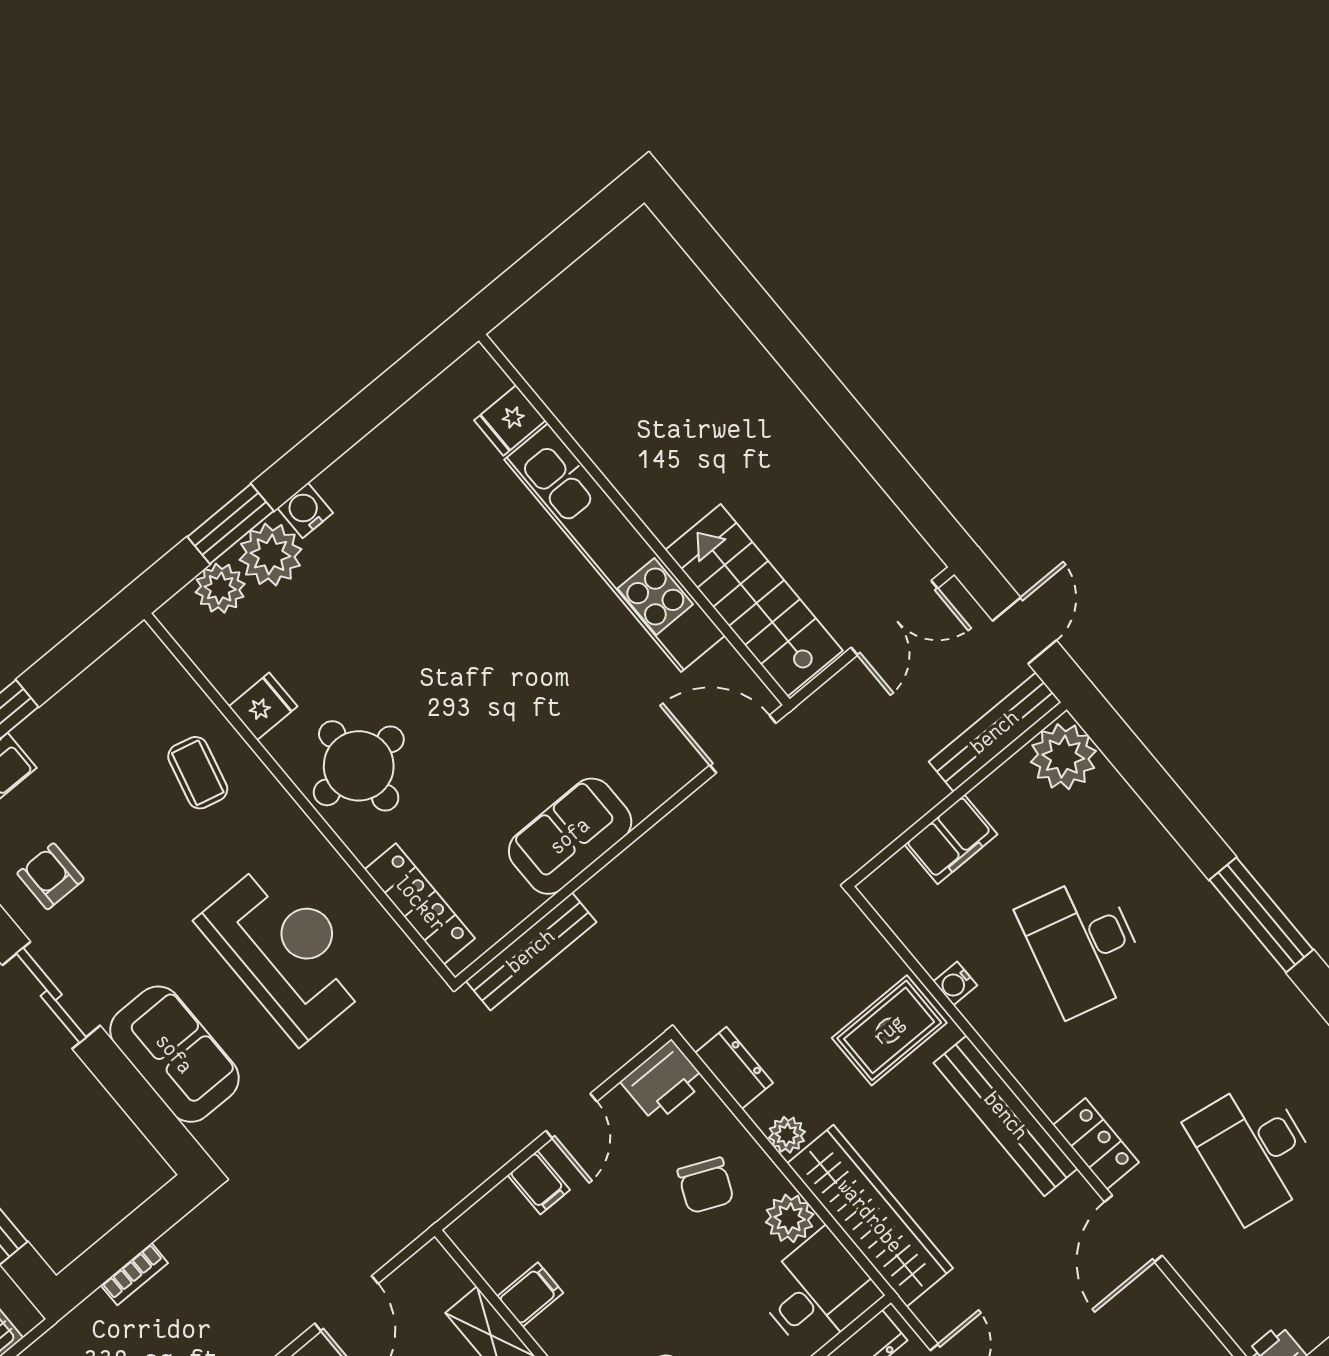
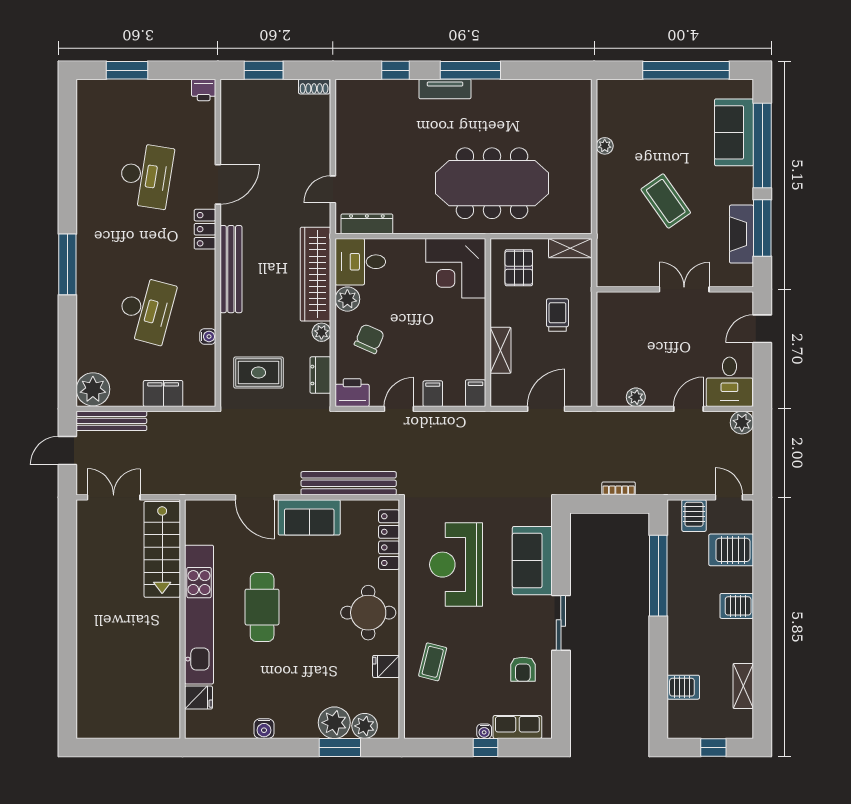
water cooler: (305, 510) -> (264, 729), moved
cafe table: (528, 639) -> (262, 607), added
water cooler: (31, 732) -> (484, 731), added
door: (743, 744) -> (255, 497), moved
bench: (531, 951) -> (349, 483), width x1.37, depth x1.21
rug: (889, 1030) -> (258, 373), moved
filing cabinet: (530, 1295) -> (476, 393), moved, turned 90

